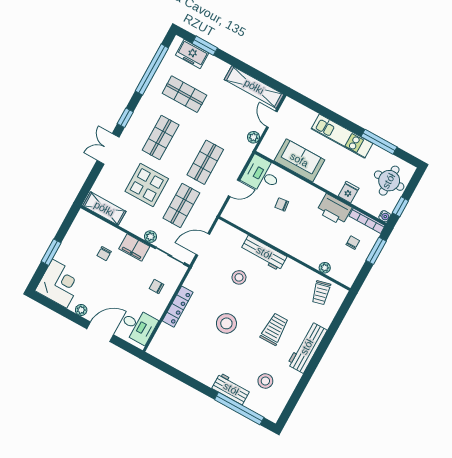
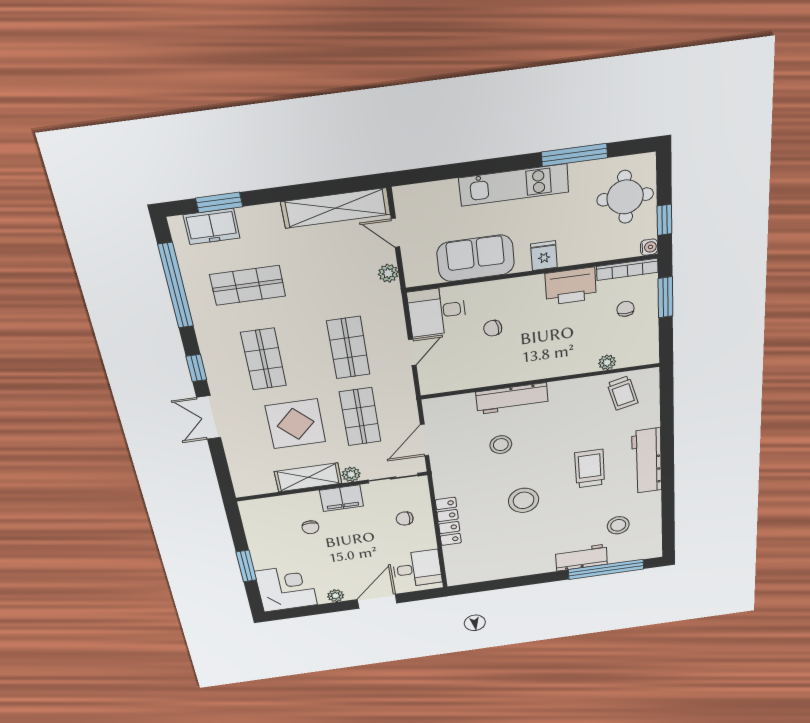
fridge: (349, 192) -> (544, 256), moved
shelving: (104, 209) -> (308, 477), moved

